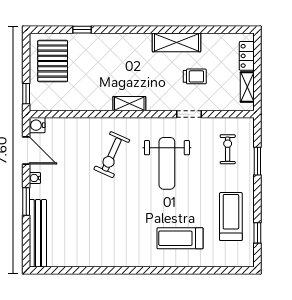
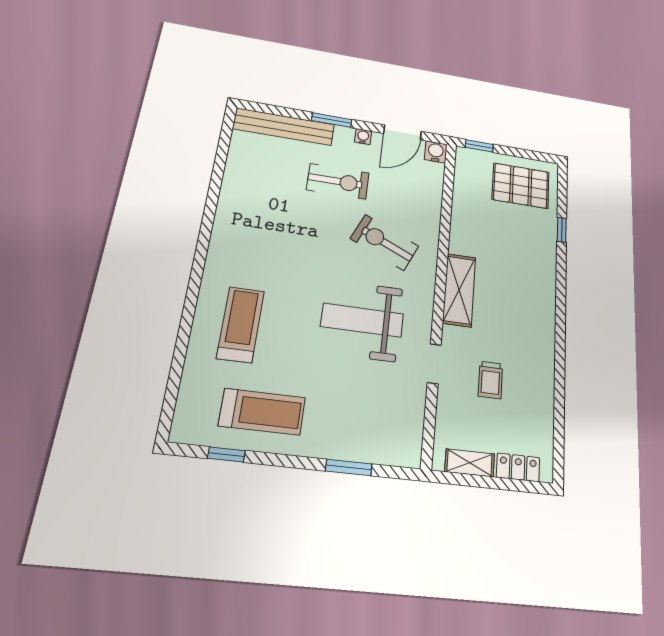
shelving: (177, 42) -> (541, 359), removed
shelving: (129, 104) -> (459, 290), width x1.50, depth x1.33
exercise bike: (228, 149) -> (338, 181), moved, width x1.38, depth x1.39

